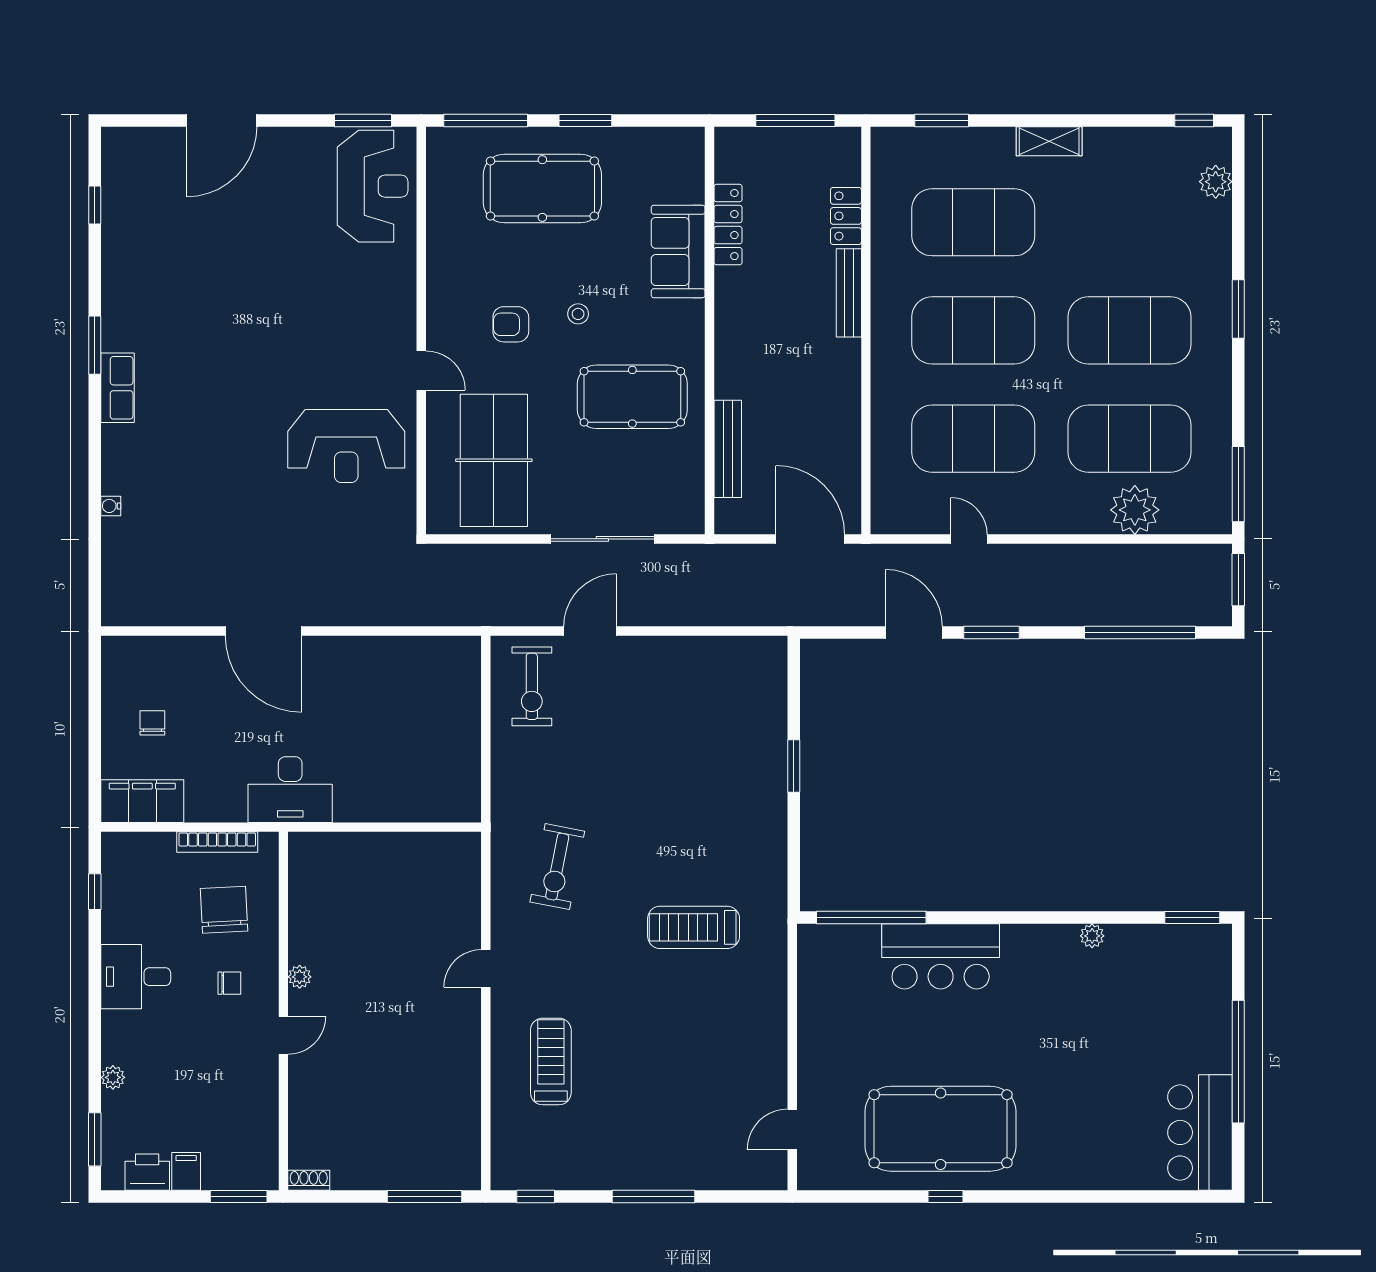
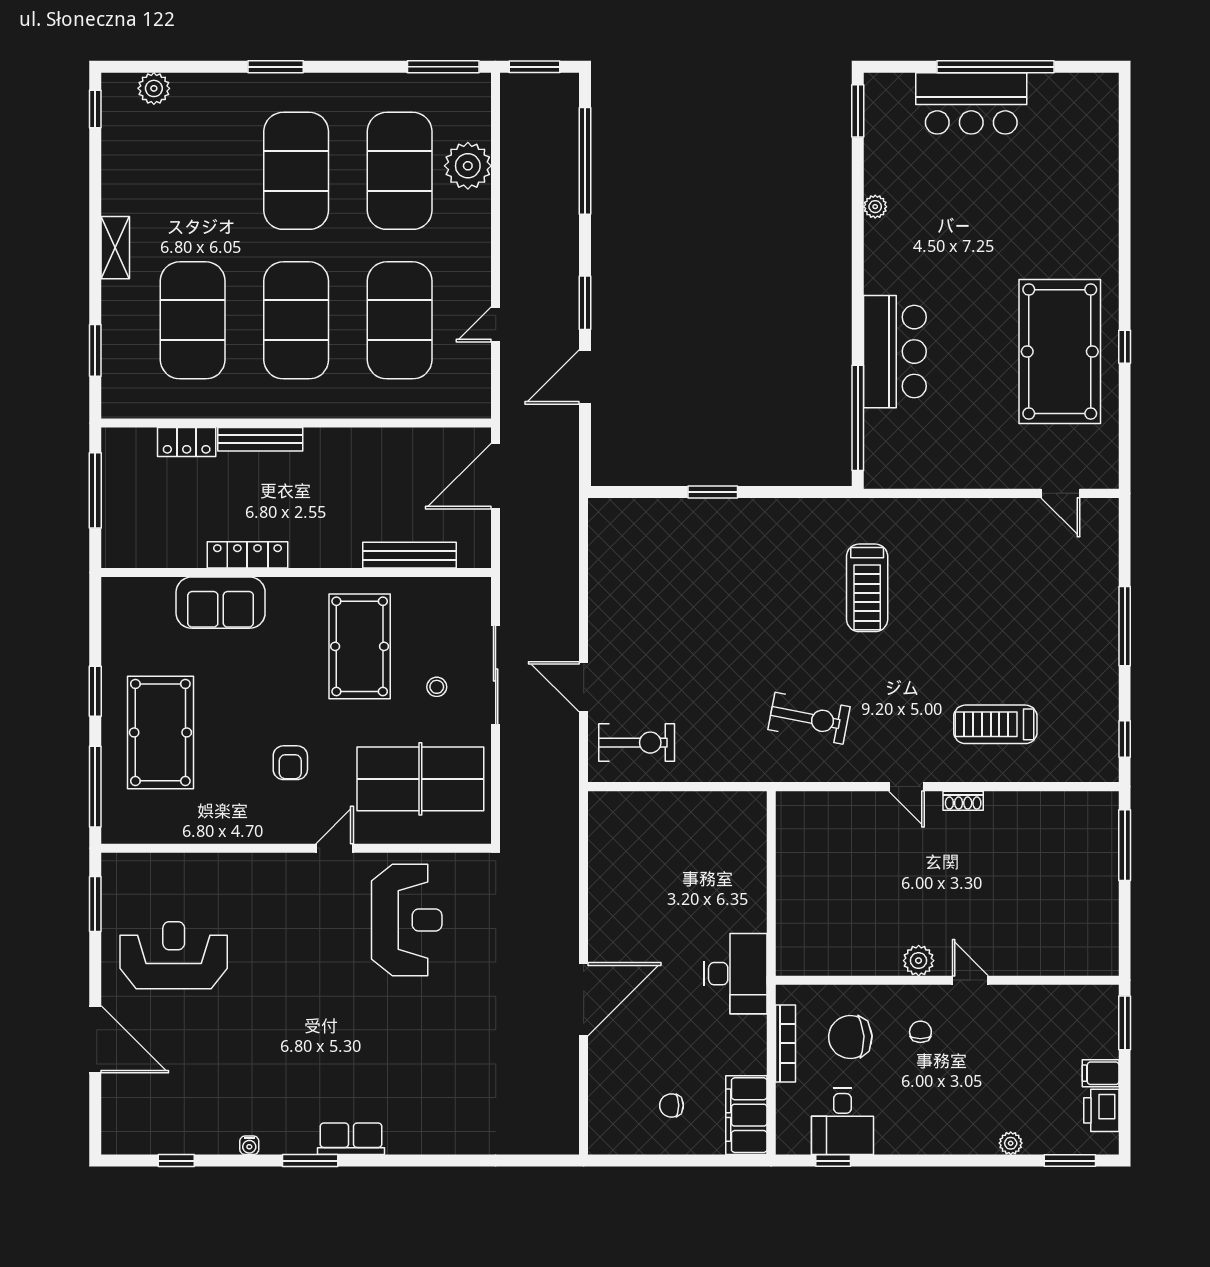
reception desk: (373, 186) -> (174, 955), moved
locker: (728, 225) -> (247, 555), moved
stool: (578, 314) -> (437, 687), moved
water cooler: (111, 506) -> (249, 1145), moved
desk: (136, 977) -> (842, 1121), moved
plant: (300, 977) -> (919, 961), width x1.38, depth x1.38
bar counter: (1200, 1132) -> (971, 103), moved
shoe rack: (309, 1180) -> (963, 801), moved, turned -90

